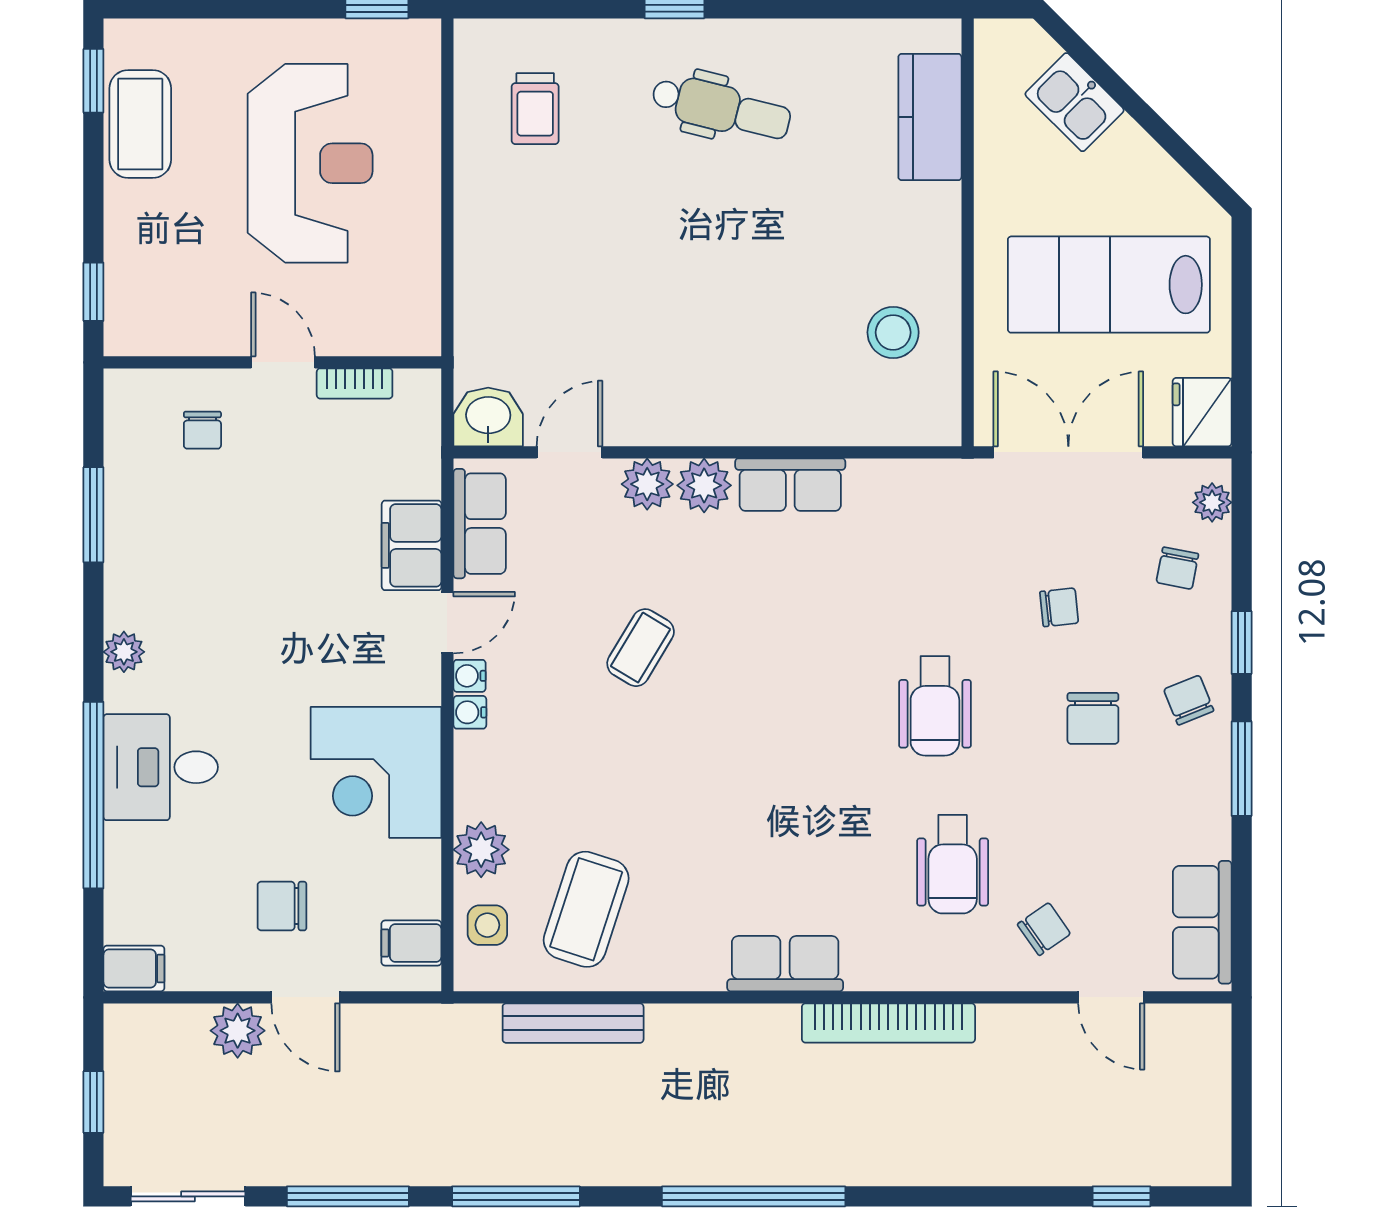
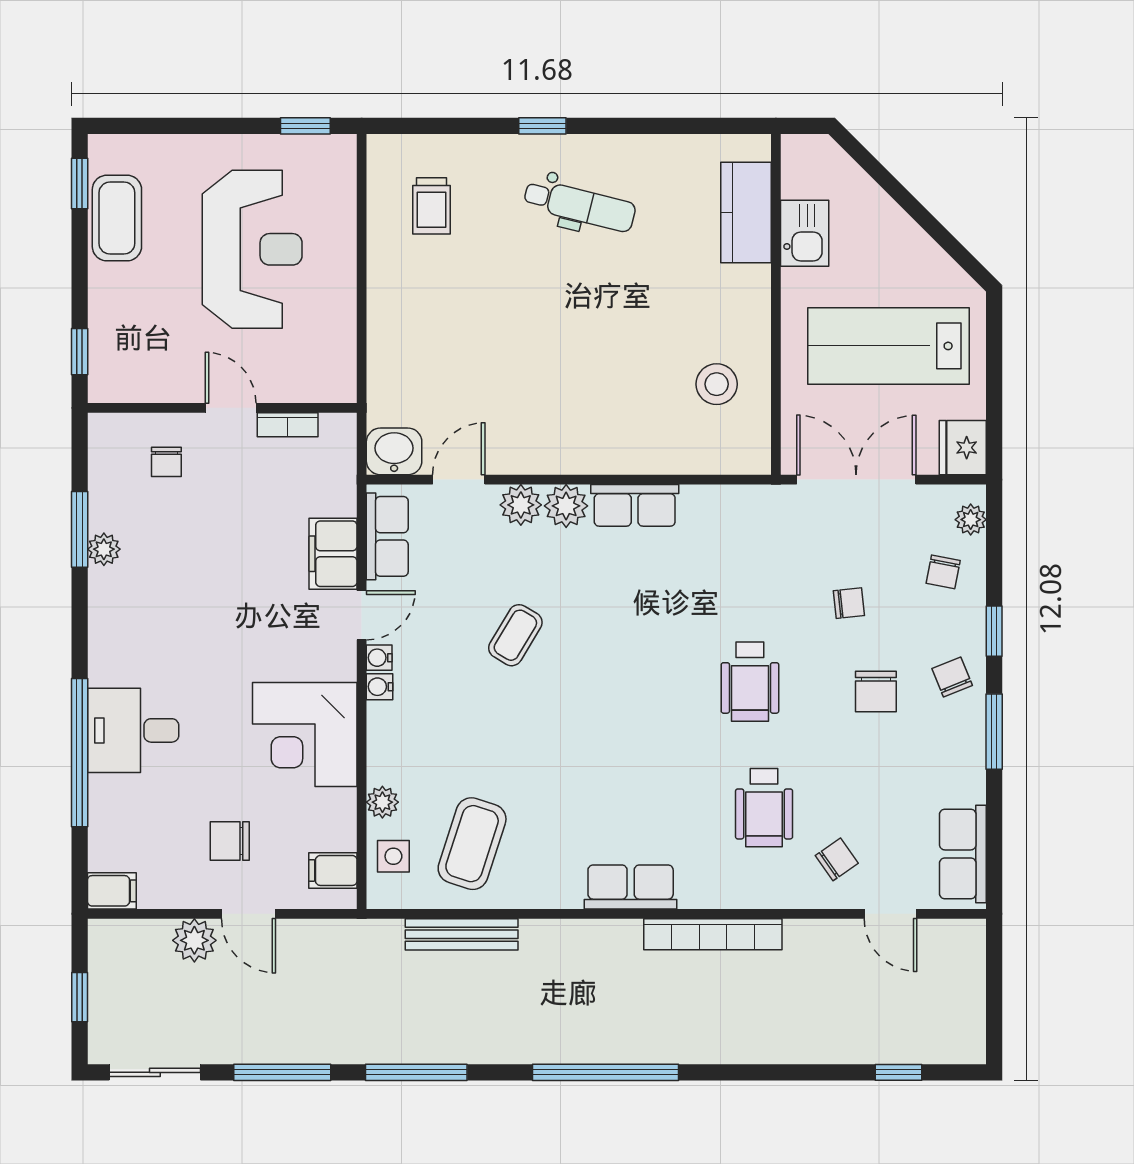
kitchen sink: (1075, 102) -> (805, 233), moved, turned -135
plant: (124, 652) -> (104, 549), moved
plant: (481, 850) -> (382, 802), width x0.73, depth x0.73

